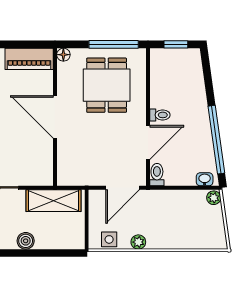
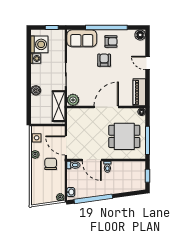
plant: (43, 175) -> (73, 100), added
chair: (155, 215) -> (51, 164), added

